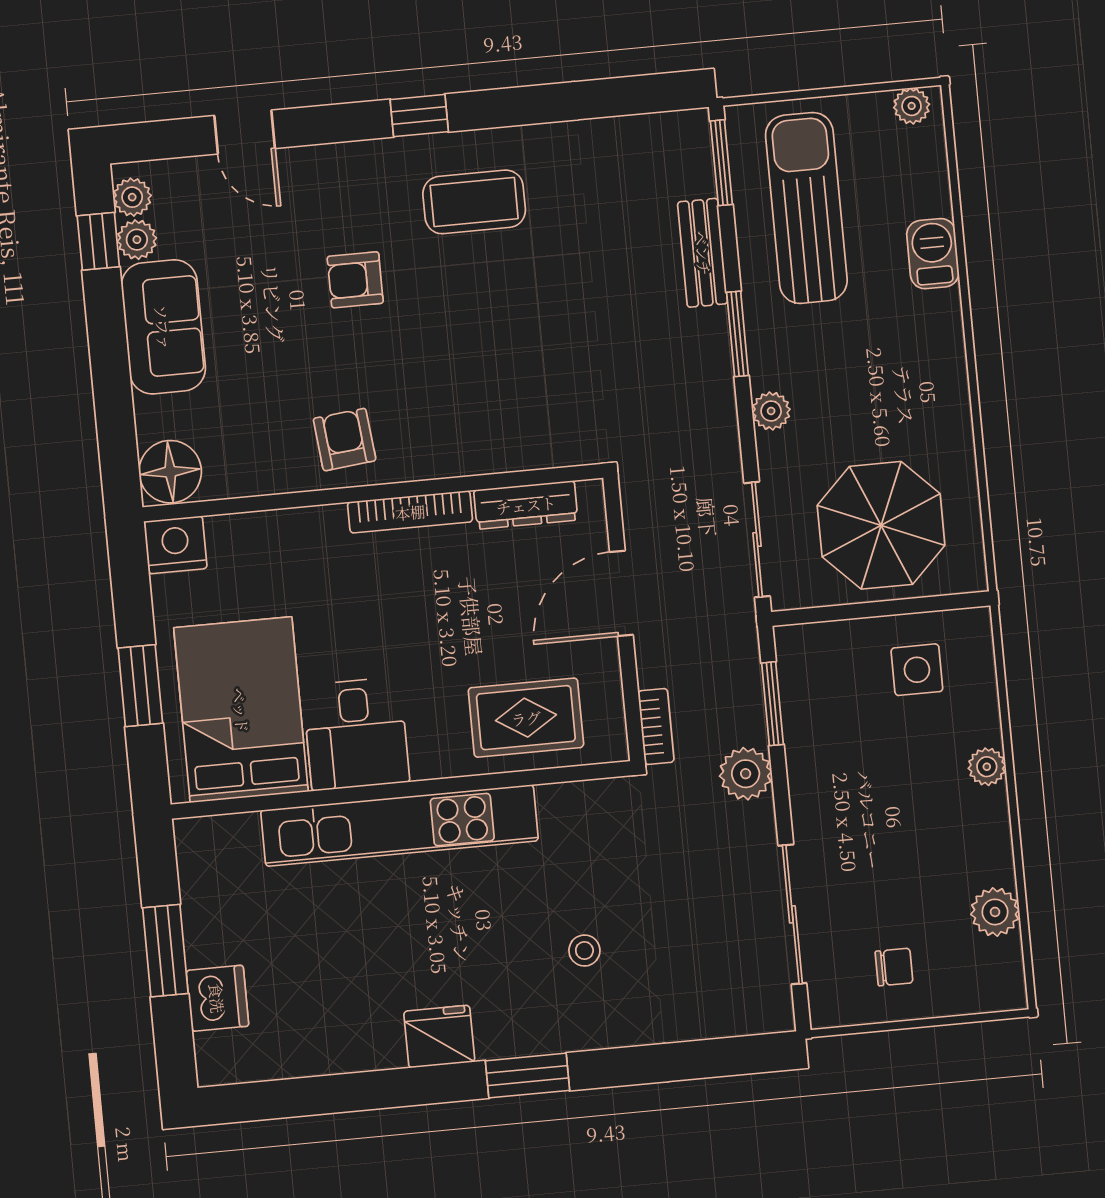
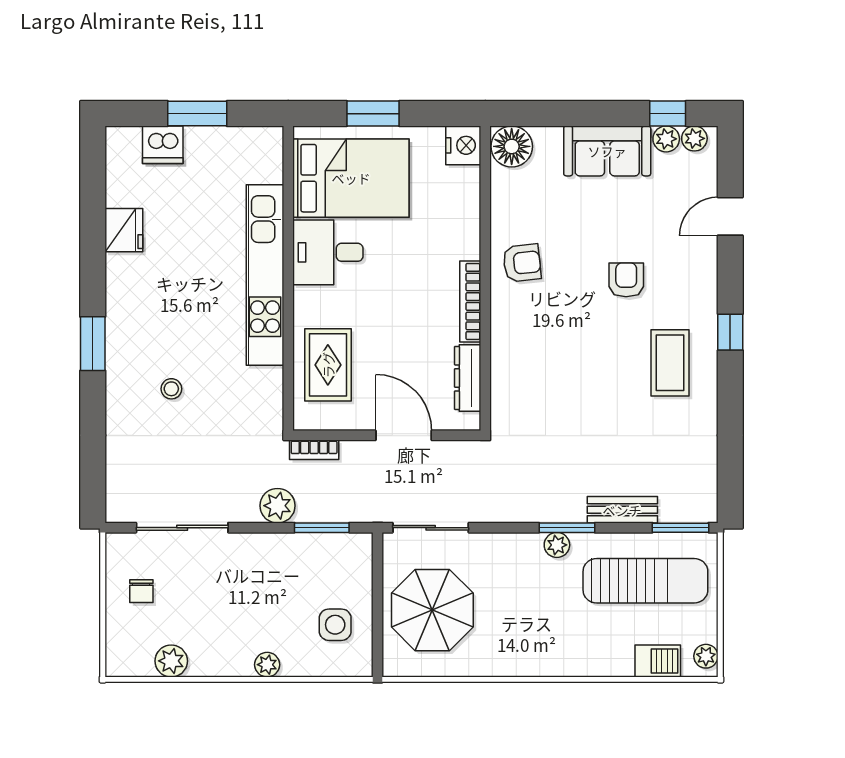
barbecue: (933, 254) -> (658, 661), moved
plant: (771, 411) -> (557, 545), moved
fridge: (439, 1037) -> (124, 230), moved

